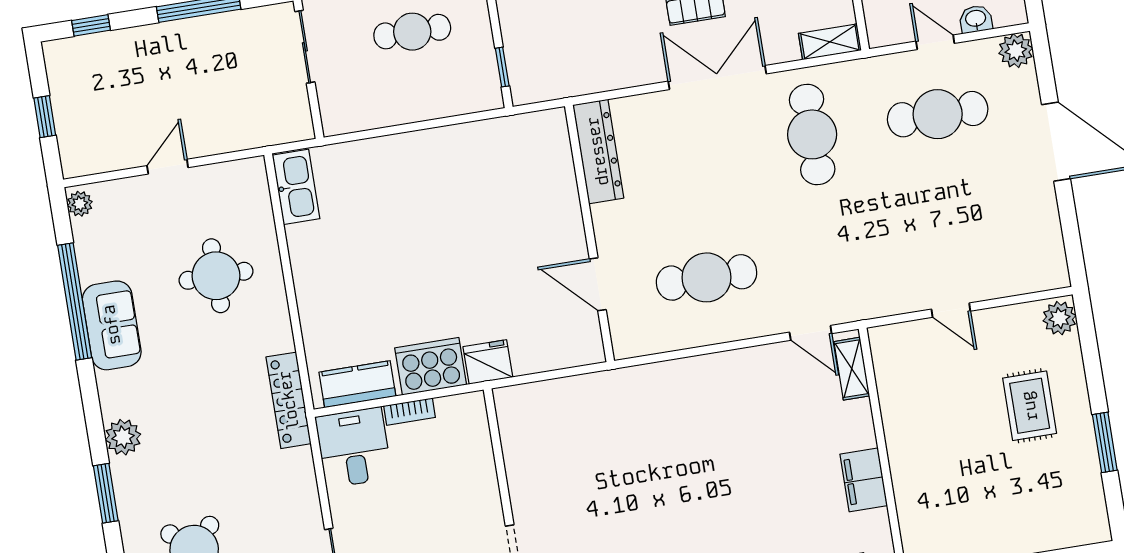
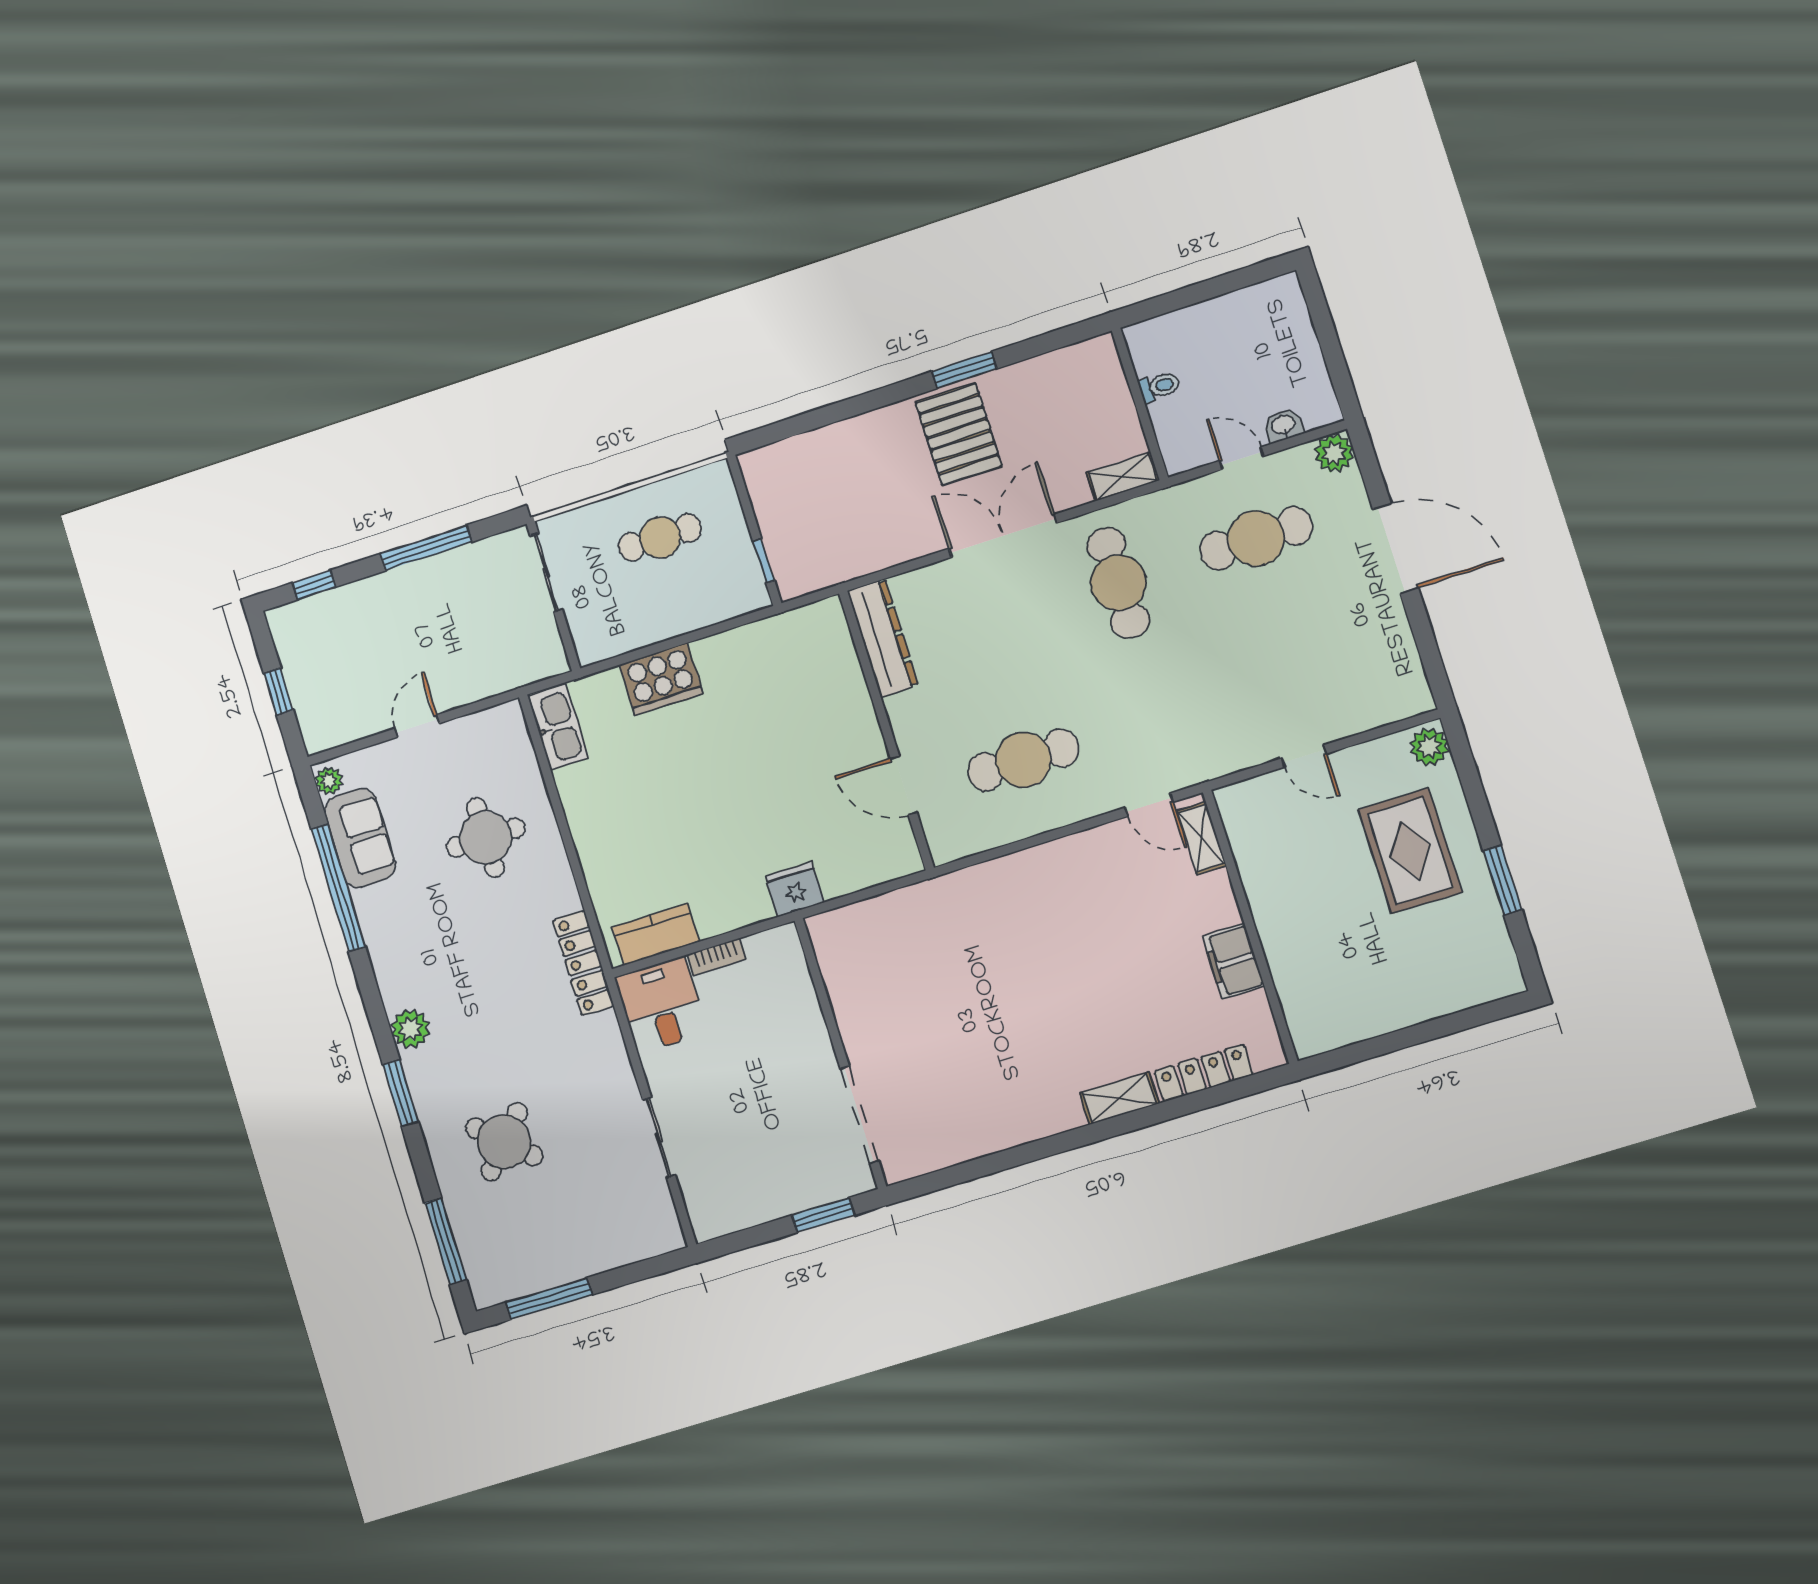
sofa: (112, 325) -> (360, 838), moved
cooker: (431, 366) -> (661, 679), moved, turned 180
rug: (1030, 406) -> (1410, 851), width x1.36, depth x1.43

